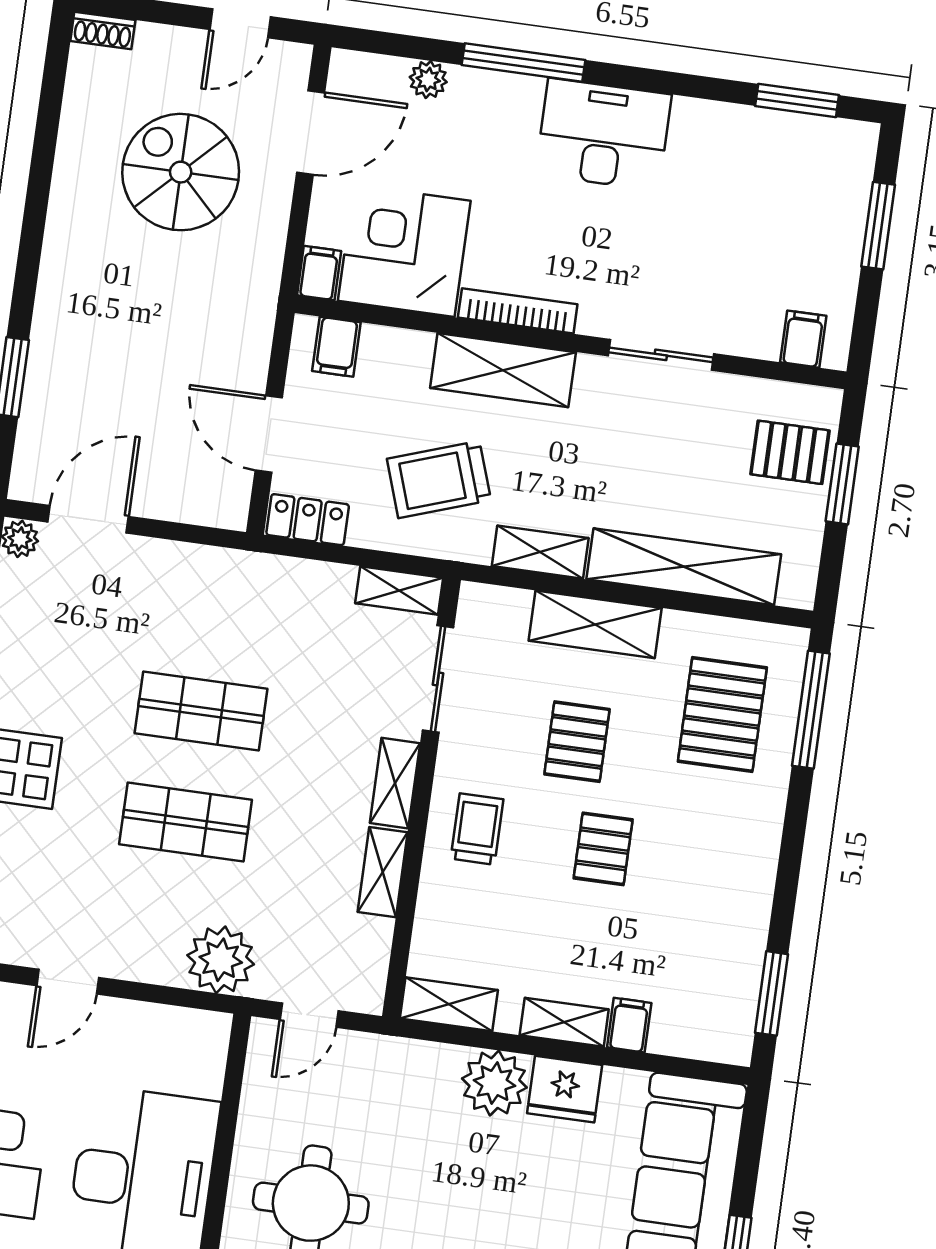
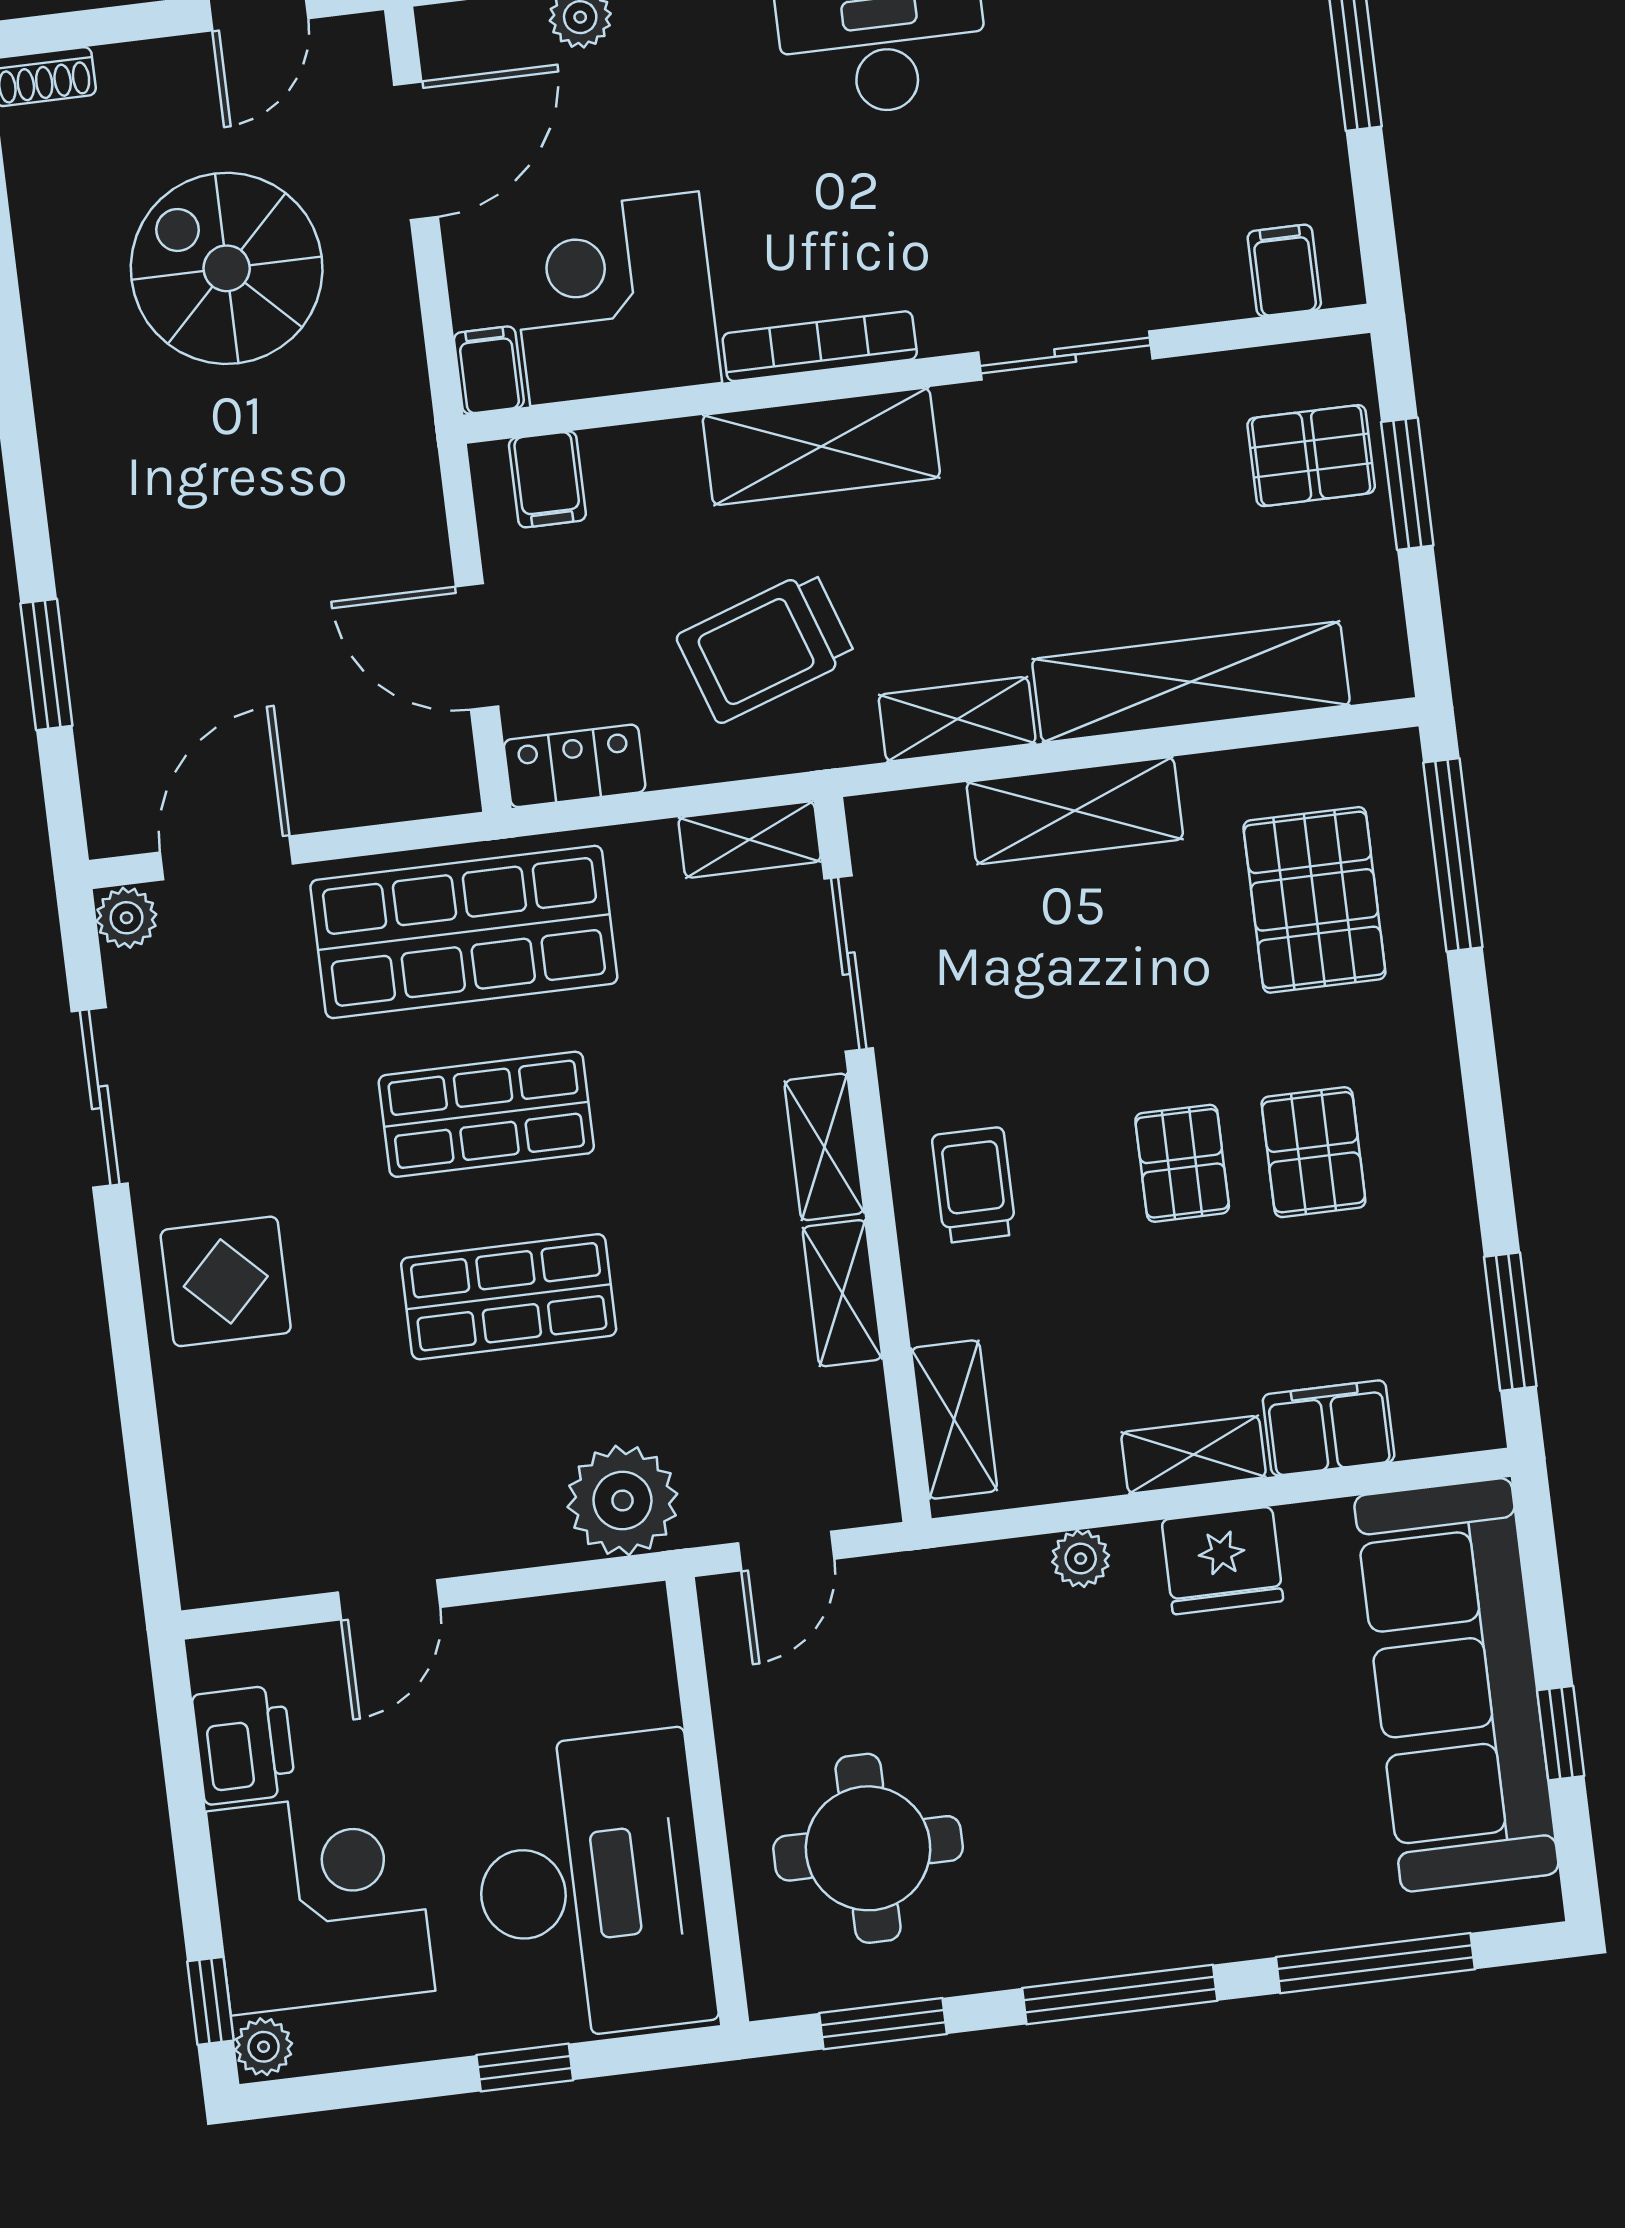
shop shelf: (216, 600) -> (464, 932), added
pallet: (577, 742) -> (1313, 1152), moved
shelving: (449, 1004) -> (954, 1420), moved, turned 90
filing cabinet: (629, 1025) -> (1329, 1428), width x2.00
plant: (494, 1083) -> (1081, 1559), width x0.53, depth x0.53

